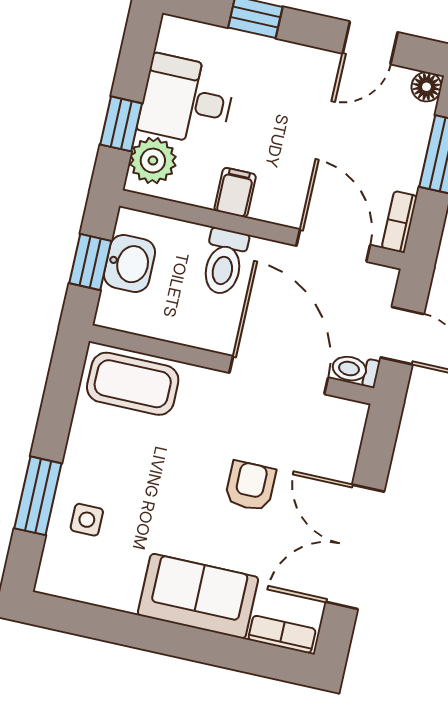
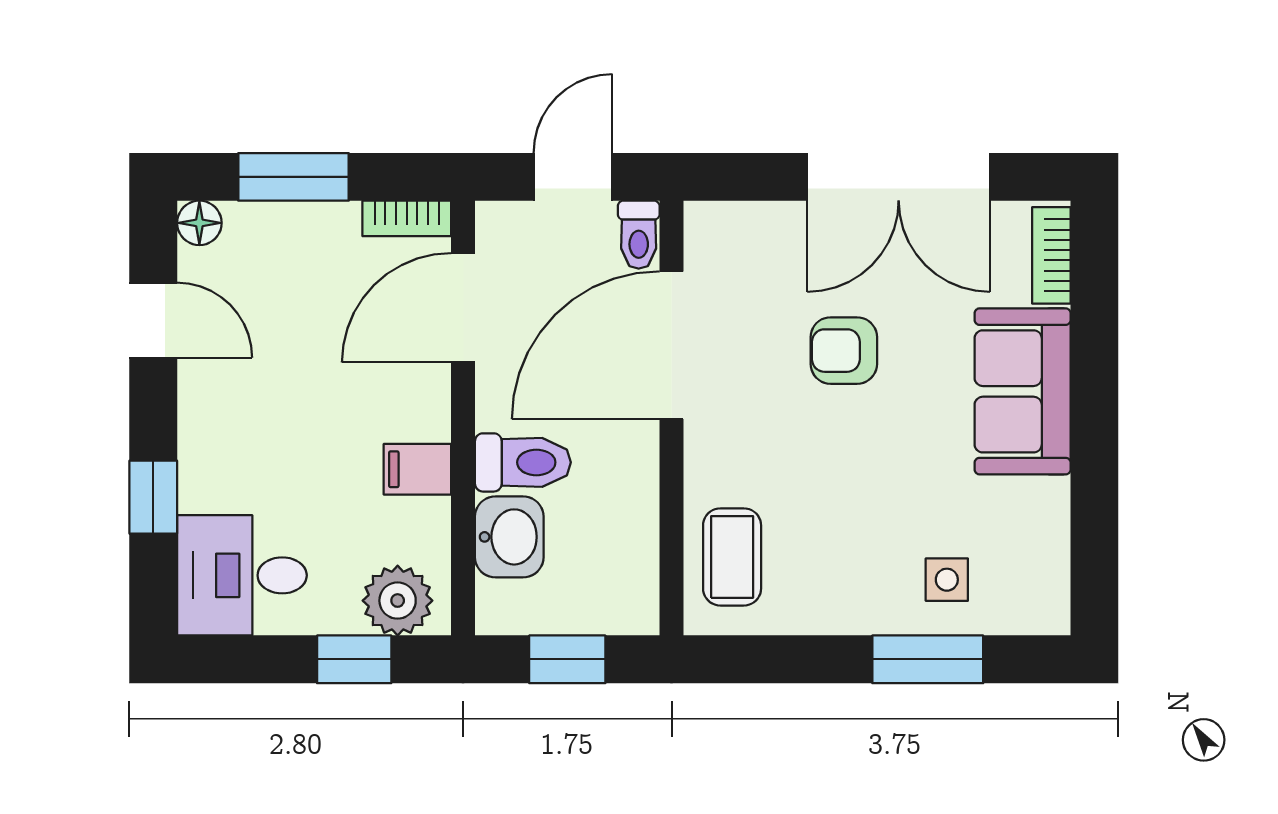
desk: (187, 100) -> (242, 575), moved, turned 90
washbasin: (129, 263) -> (509, 537), moved, turned 90
coffee table: (133, 384) -> (732, 557), width x0.73, depth x0.77

